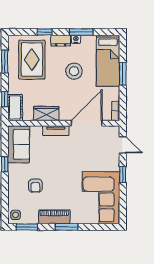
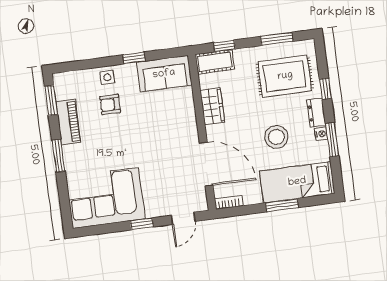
tv unit: (56, 131) -> (190, 123), removed
side table: (16, 215) -> (107, 77), moved
piano: (54, 217) -> (68, 122), moved

